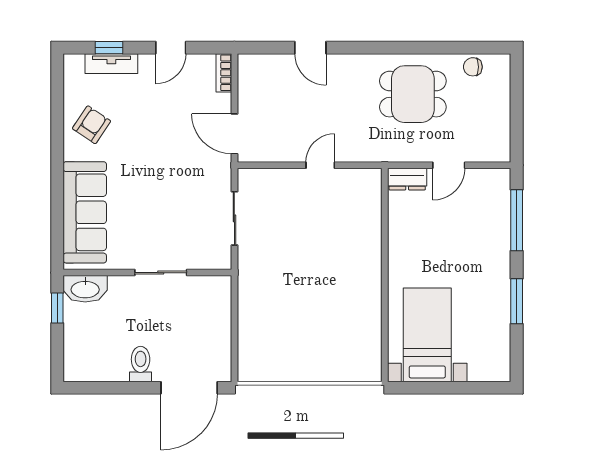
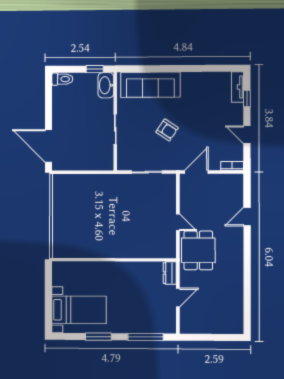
tv unit: (111, 64) -> (238, 87), moved
chair: (473, 67) -> (236, 312), removed
dining table: (413, 94) -> (198, 250), moved
armchair: (92, 125) -> (167, 130), moved
door: (449, 165) -> (178, 297), swing flipped
bed with nightstands: (427, 335) -> (79, 310), moved
toilet: (141, 364) -> (62, 79), moved

